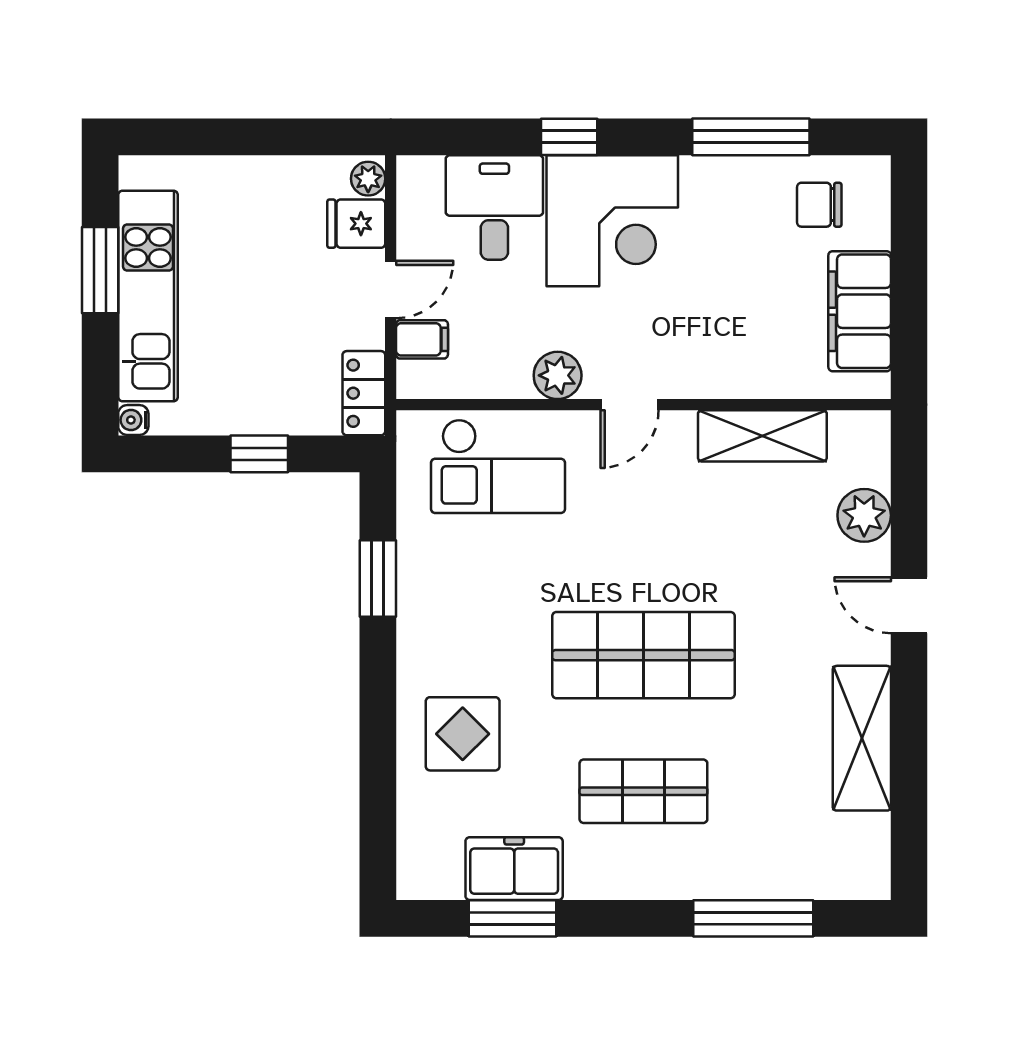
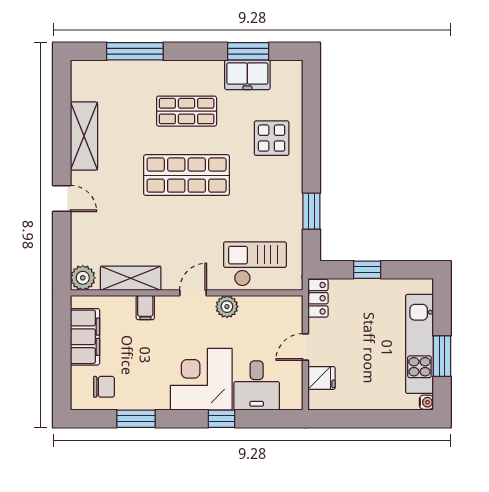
window: (751, 137) -> (136, 419), width x0.69
plant: (368, 179) -> (316, 399), removed
filing cabinet: (422, 339) -> (145, 308), moved, turned -90
water cooler: (133, 420) -> (426, 402), moved
plant: (864, 515) -> (83, 278), moved

